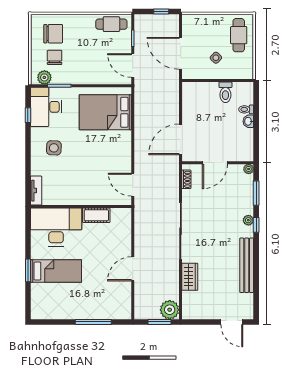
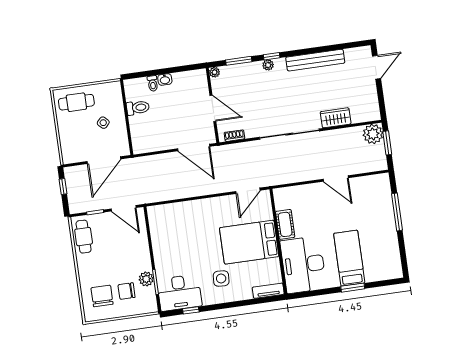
door: (133, 66) -> (124, 208), hinge flipped
plant: (44, 77) -> (146, 279), moved
bed: (105, 112) -> (249, 242), moved, turned 90

